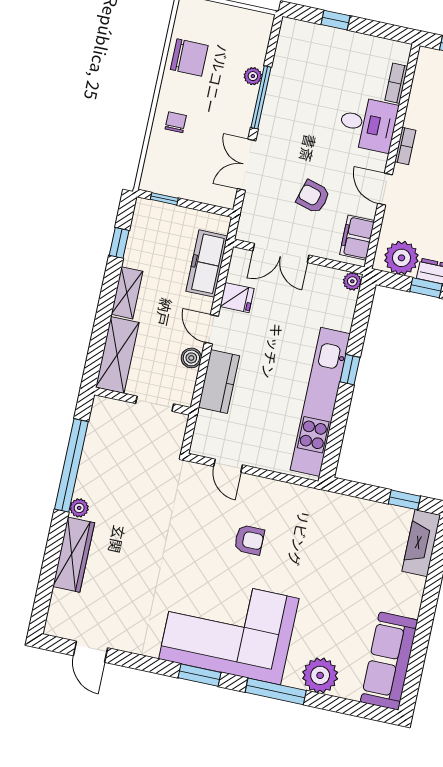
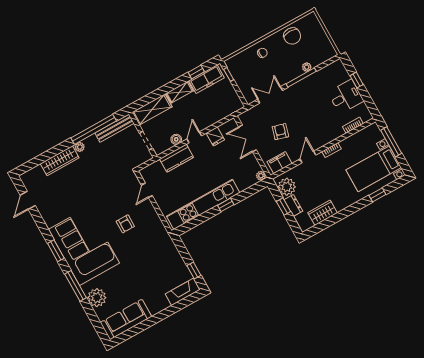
desk: (368, 124) -> (346, 97), moved, turned -90
freezer: (207, 264) -> (207, 79), moved, turned 180
bench: (96, 434) -> (114, 128), added

